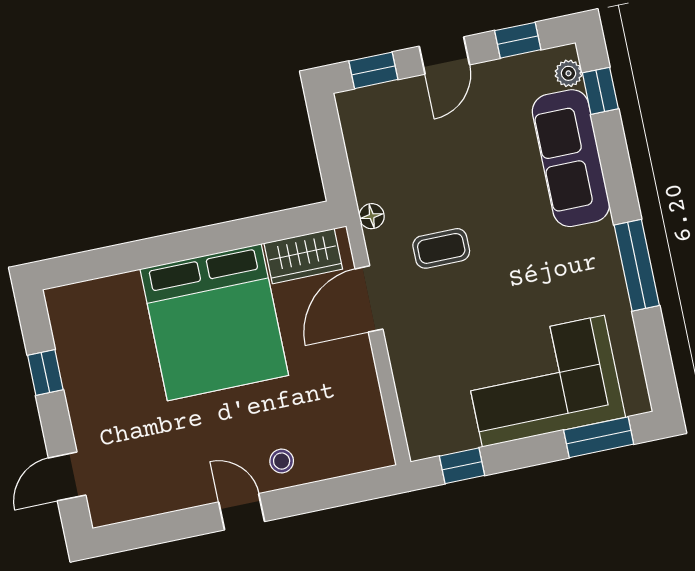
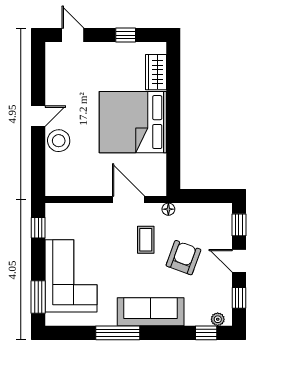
sofa: (571, 158) -> (151, 312), moved
armchair: (461, 166) -> (183, 258), added
wardrobe: (303, 256) -> (156, 72), moved
stool: (282, 461) -> (59, 141), width x1.89, depth x1.89

